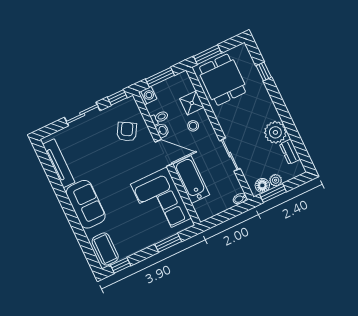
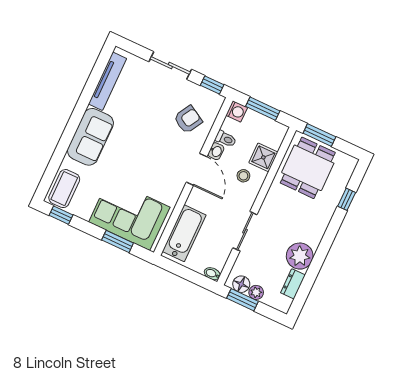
bathtub: (191, 179) -> (184, 233), moved
corner sofa: (161, 201) -> (129, 215), moved, turned 90

